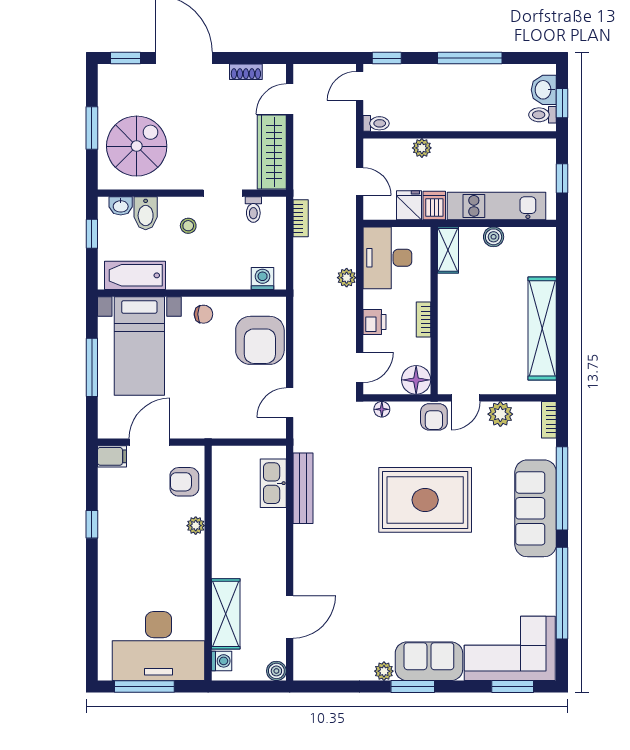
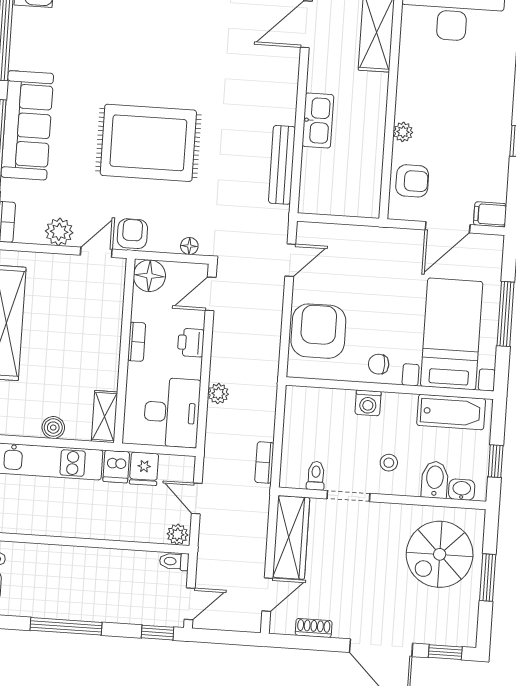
plant: (422, 148) -> (177, 534), moved
washing machine: (263, 278) -> (368, 403), moved
kitchen sink: (273, 483) -> (318, 120), moved

